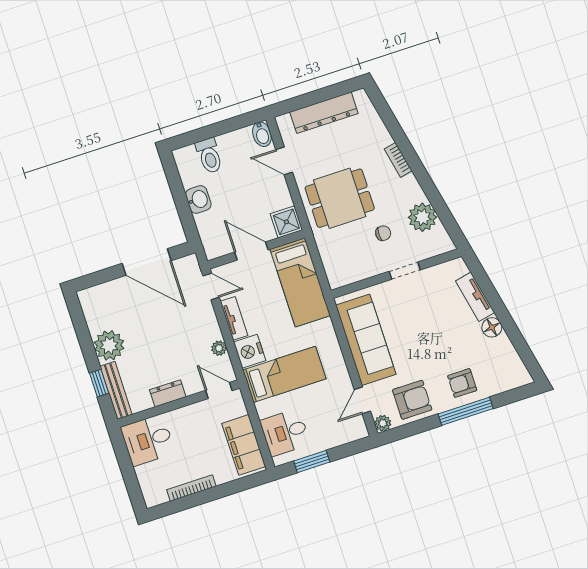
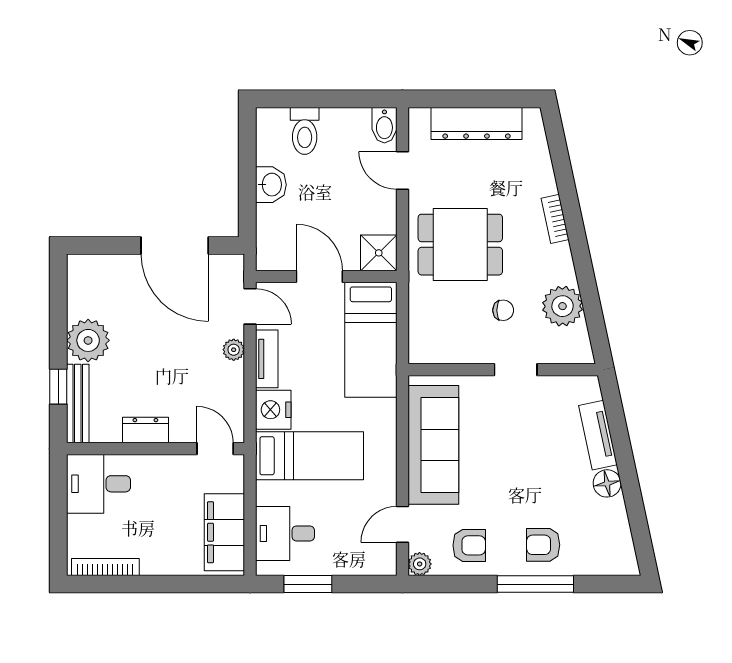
plant: (219, 348) -> (234, 350), moved
armchair: (412, 400) -> (469, 545), width x0.72, depth x0.72
bookcase: (191, 488) -> (105, 567), moved

